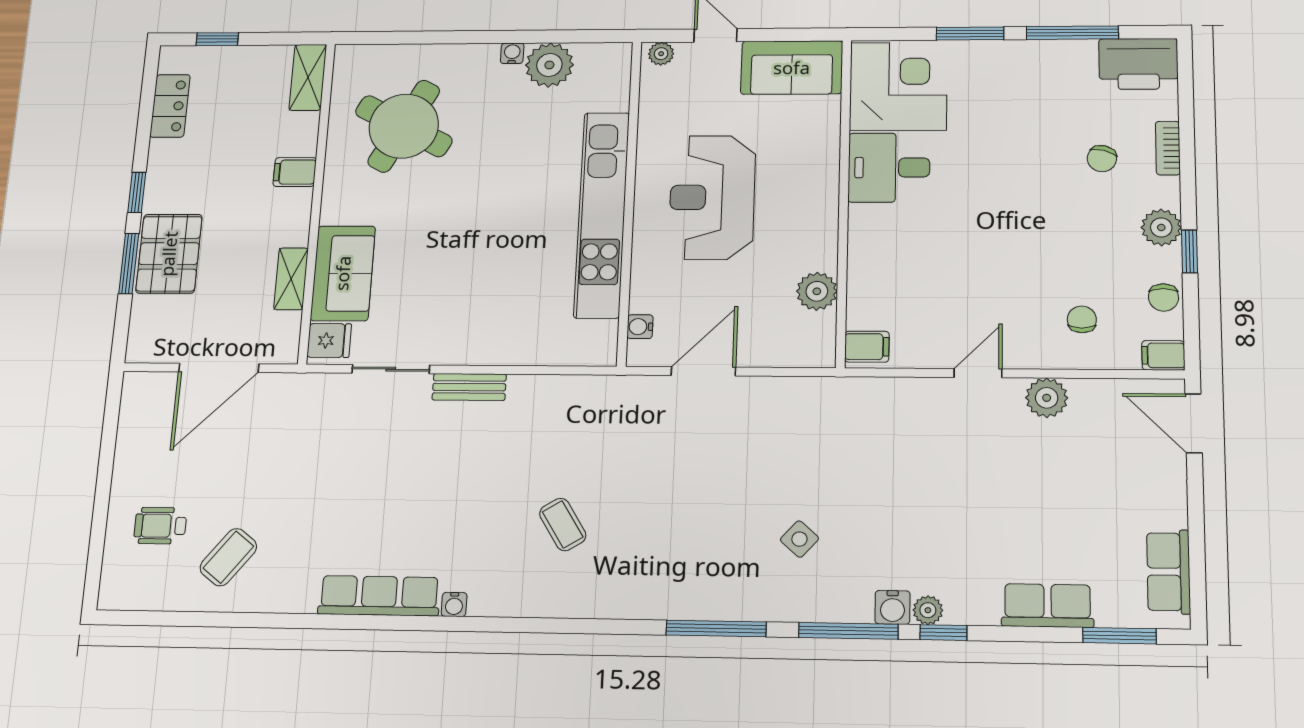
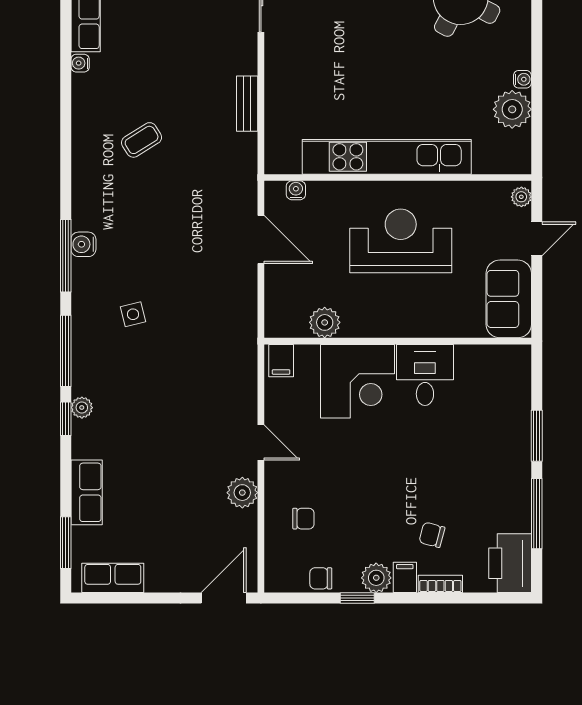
corner desk: (898, 86) -> (357, 381), moved
filing cabinet: (1163, 355) -> (405, 577), moved
bench: (469, 387) -> (247, 104), moved
side table: (799, 539) -> (133, 314), turned 34
water cooler: (893, 607) -> (83, 244), moved

